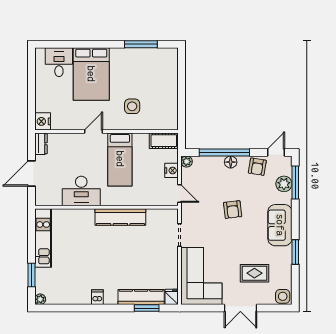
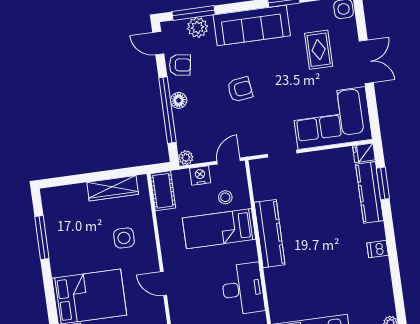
wardrobe: (171, 103) -> (113, 188), added
bed: (120, 159) -> (219, 229), moved, turned 180
stool: (152, 187) -> (225, 197), added
sofa: (280, 225) -> (252, 25), width x1.36

